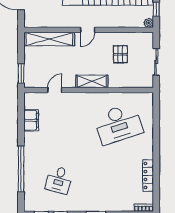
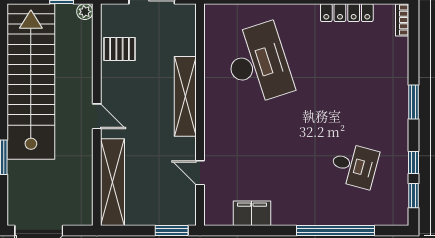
pallet: (120, 54) -> (120, 49), moved
shelving: (92, 81) -> (185, 96), width x1.47

